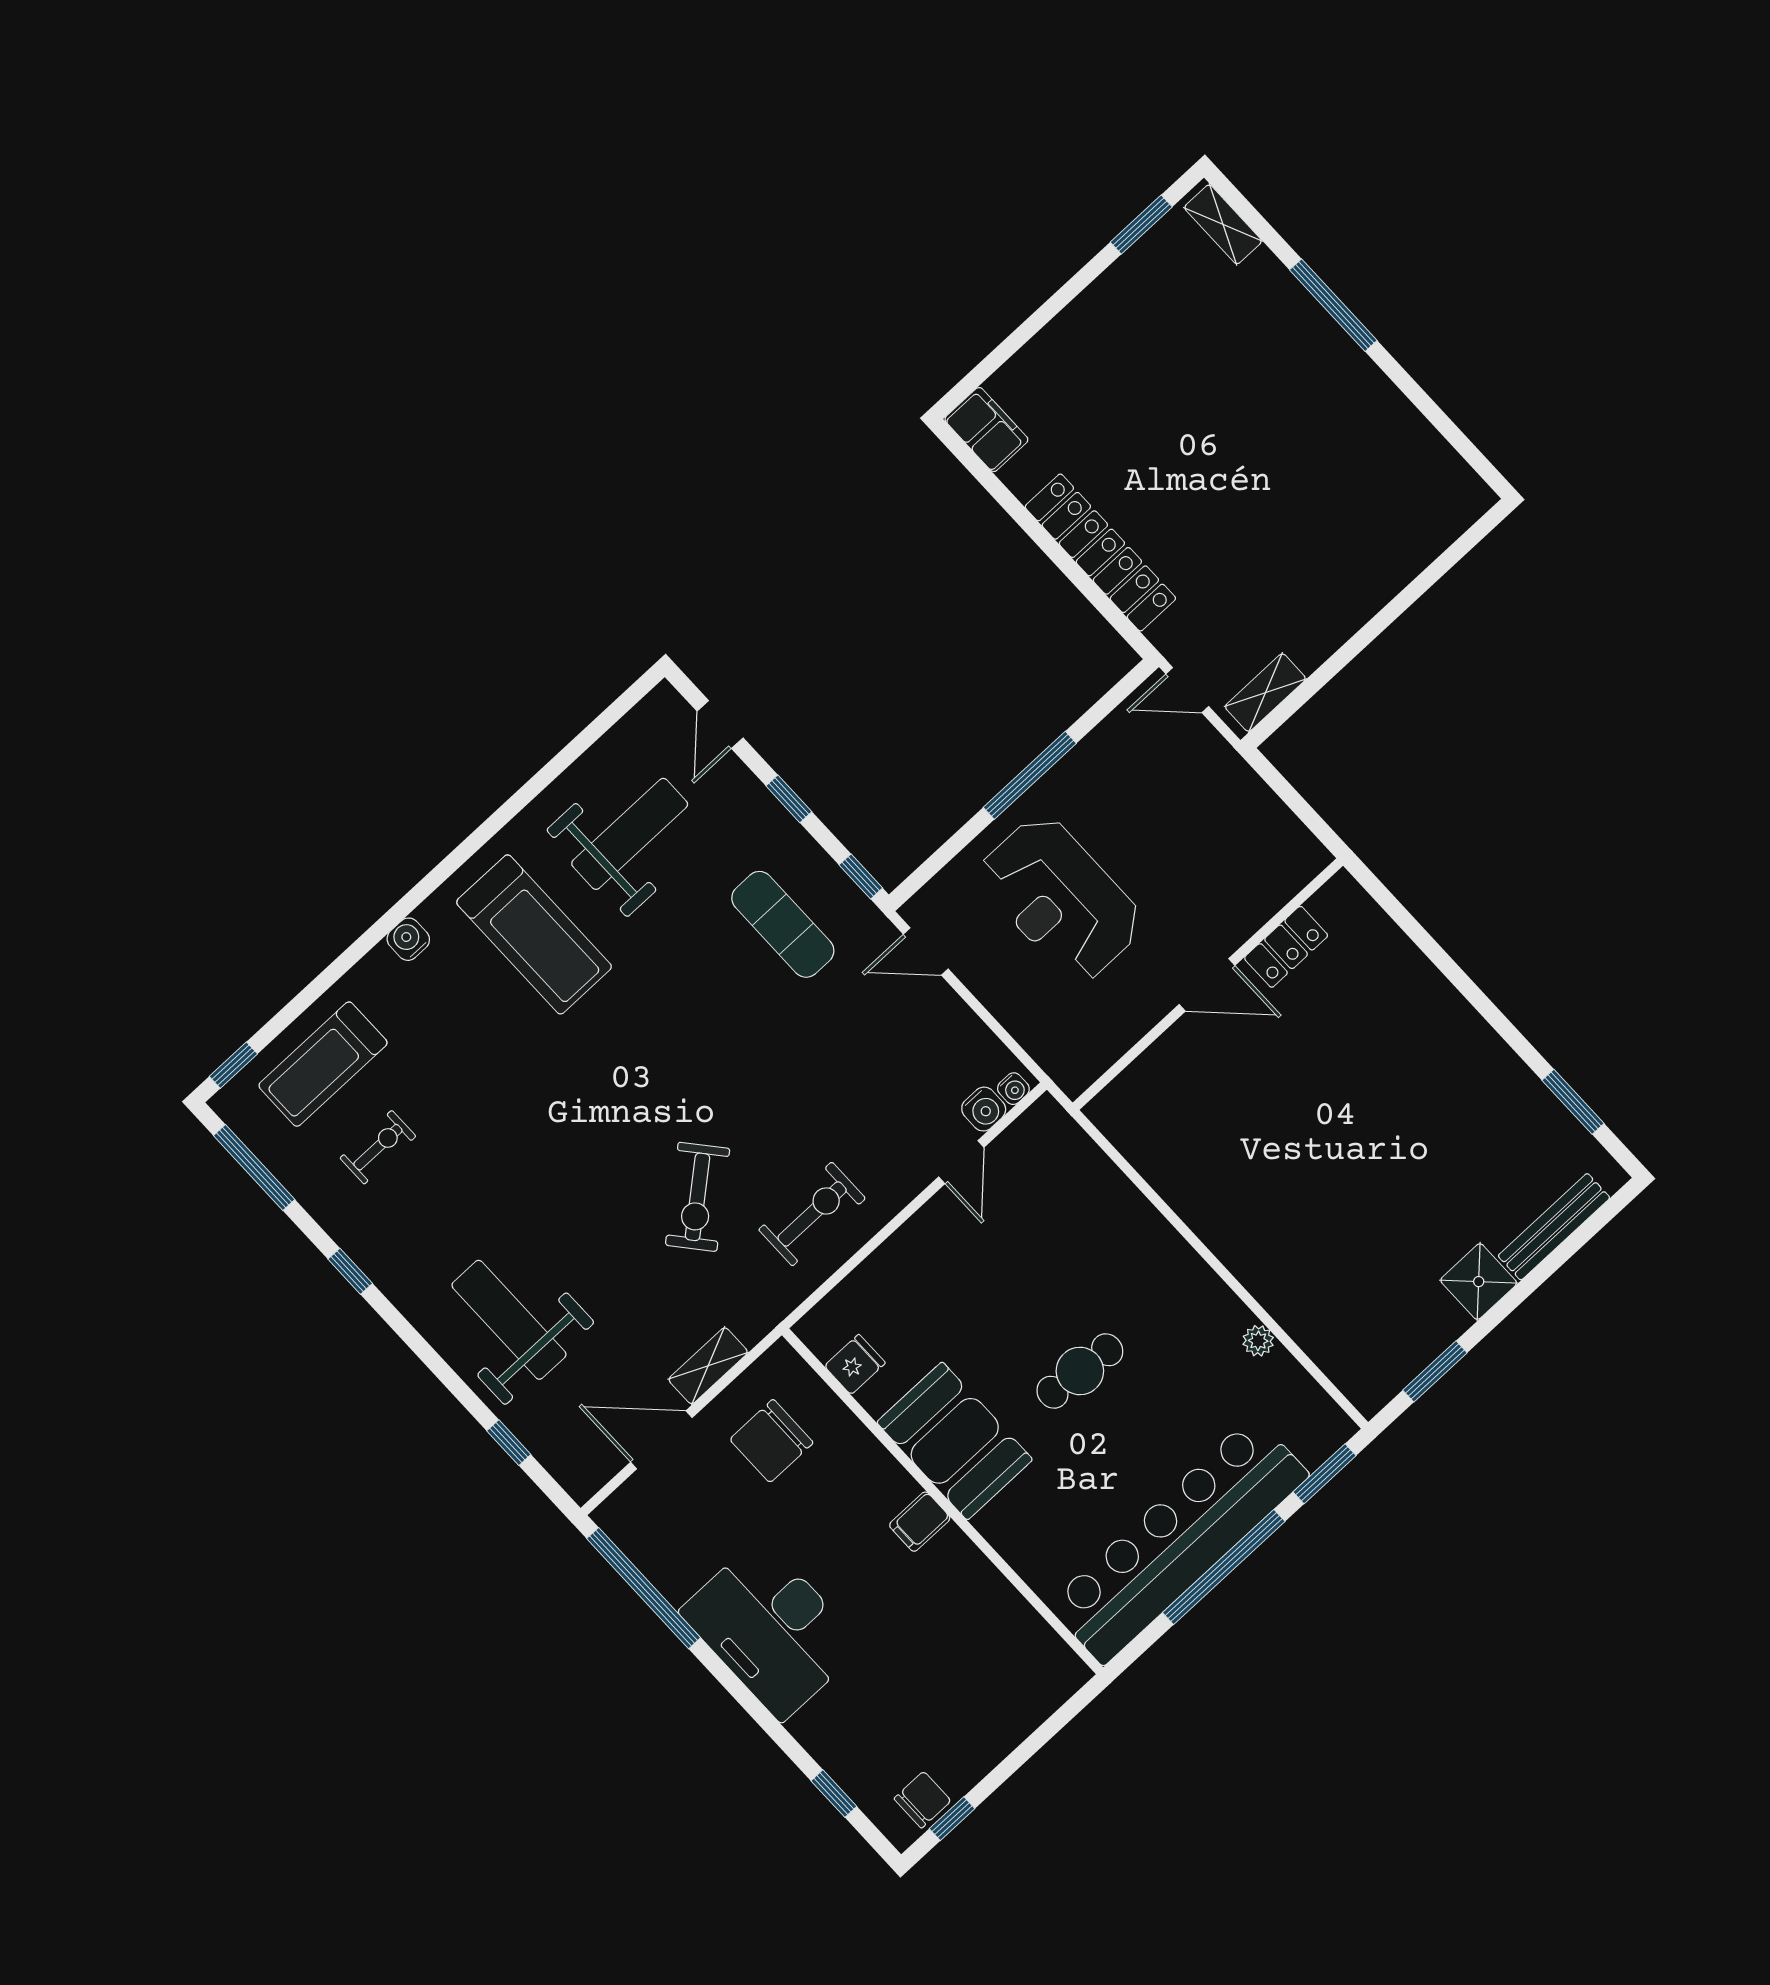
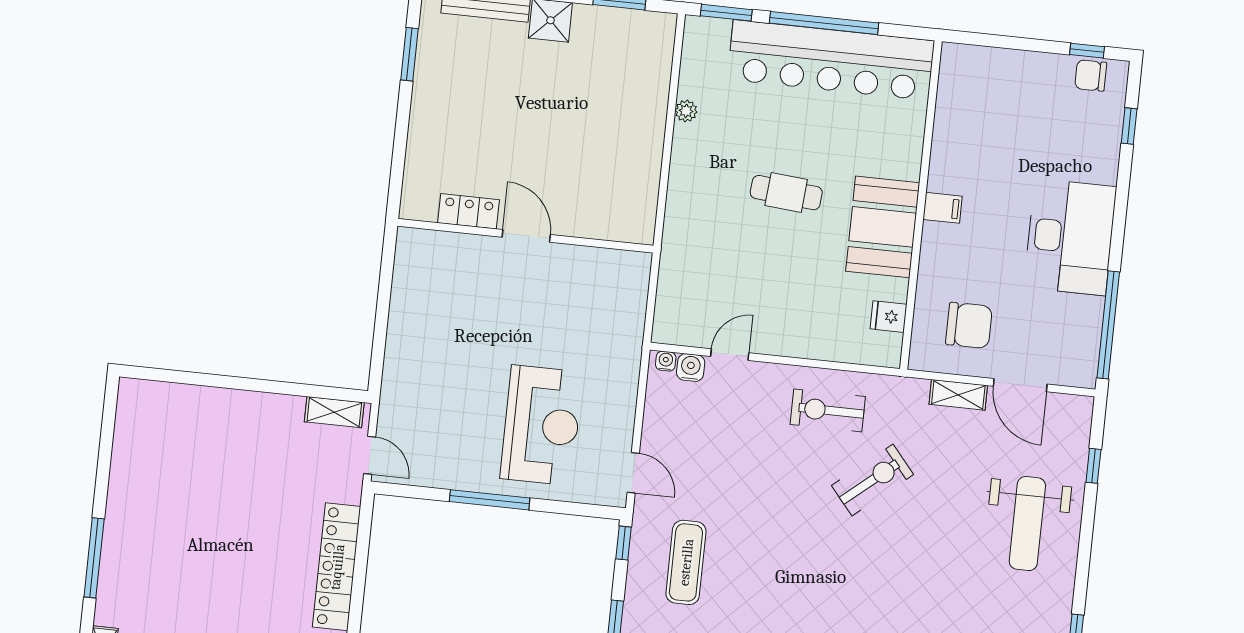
locker: (1286, 947) -> (469, 211), moved
wall: (1208, 984) -> (525, 236), moved
door: (1207, 985) -> (526, 236), moved

